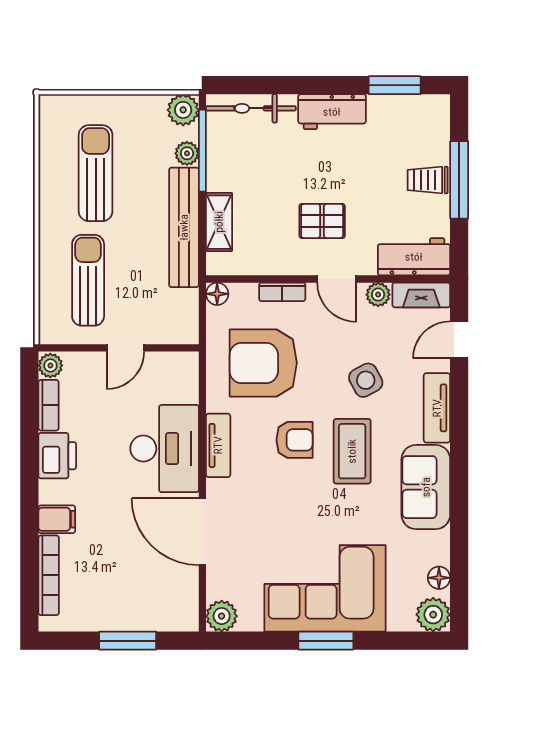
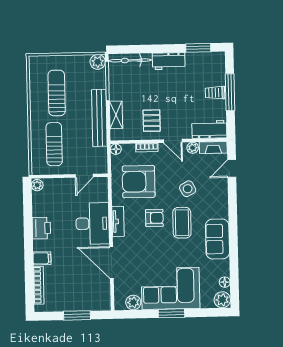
plant: (187, 153) -> (100, 83), removed
pallet: (322, 221) -> (152, 121), moved, turned 90
door: (125, 348) -> (84, 176), moved
bookcase: (49, 405) -> (37, 204), removed
tv unit: (437, 408) -> (222, 201), removed
plant: (222, 616) -> (133, 302), moved

